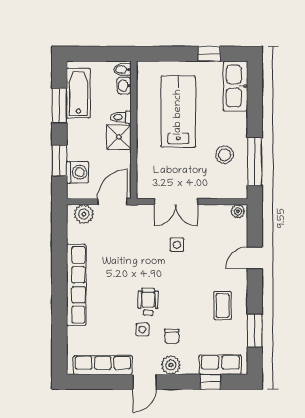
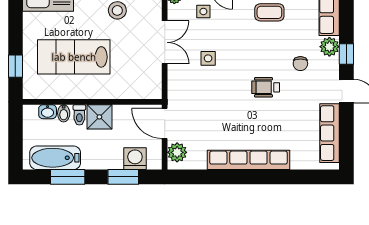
window: (209, 54) -> (15, 66), moved
bidet: (122, 70) -> (64, 113), moved
double door: (176, 202) -> (165, 42), moved
side table: (142, 329) -> (203, 11), moved
chair: (172, 336) -> (300, 64), turned 90
plant: (171, 365) -> (329, 47), moved
window: (210, 382) -> (346, 54), moved

